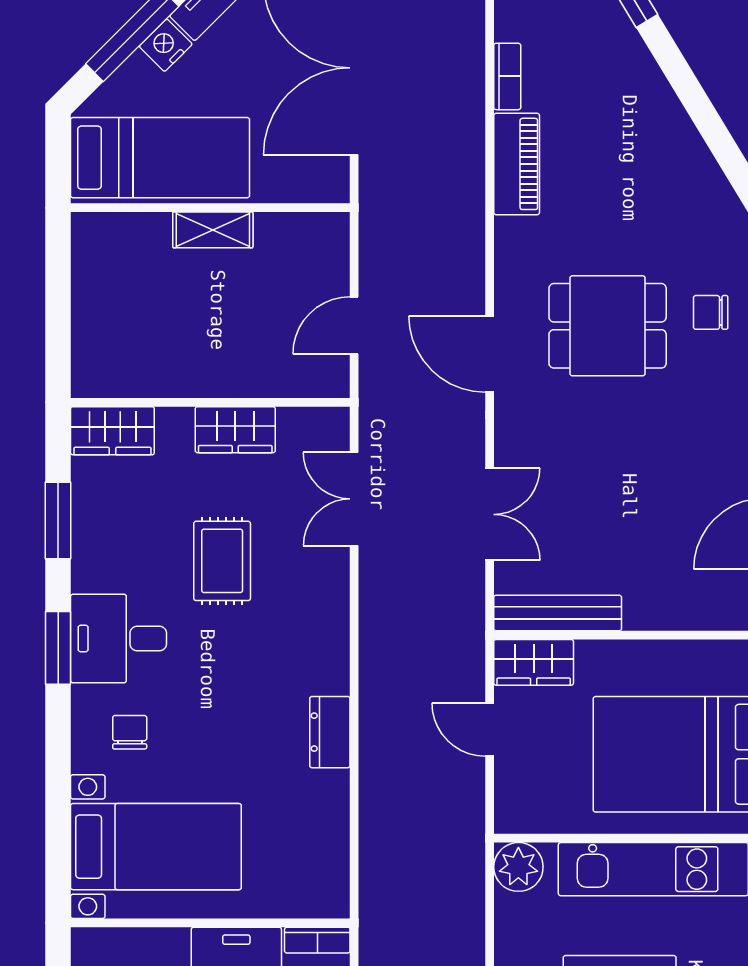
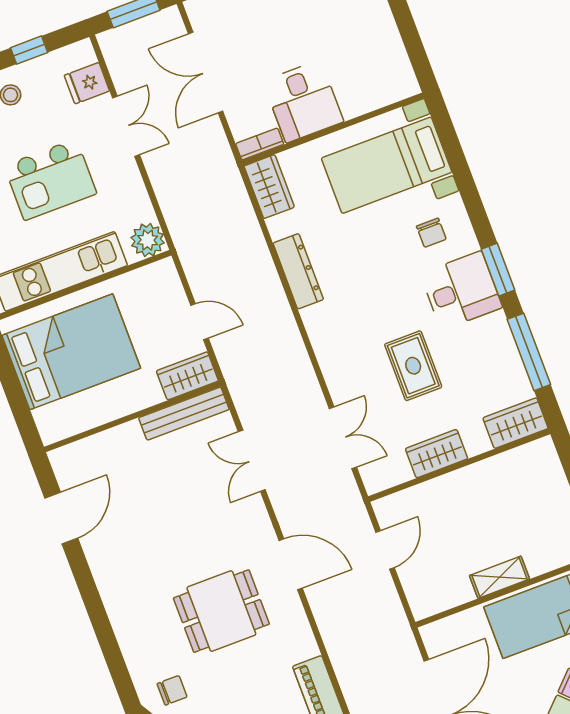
chair: (711, 312) -> (172, 690), moved
window: (58, 521) -> (529, 352), width x1.44
dresser: (330, 732) -> (298, 271), width x1.44
wardrobe: (326, 877) -> (269, 187), added

